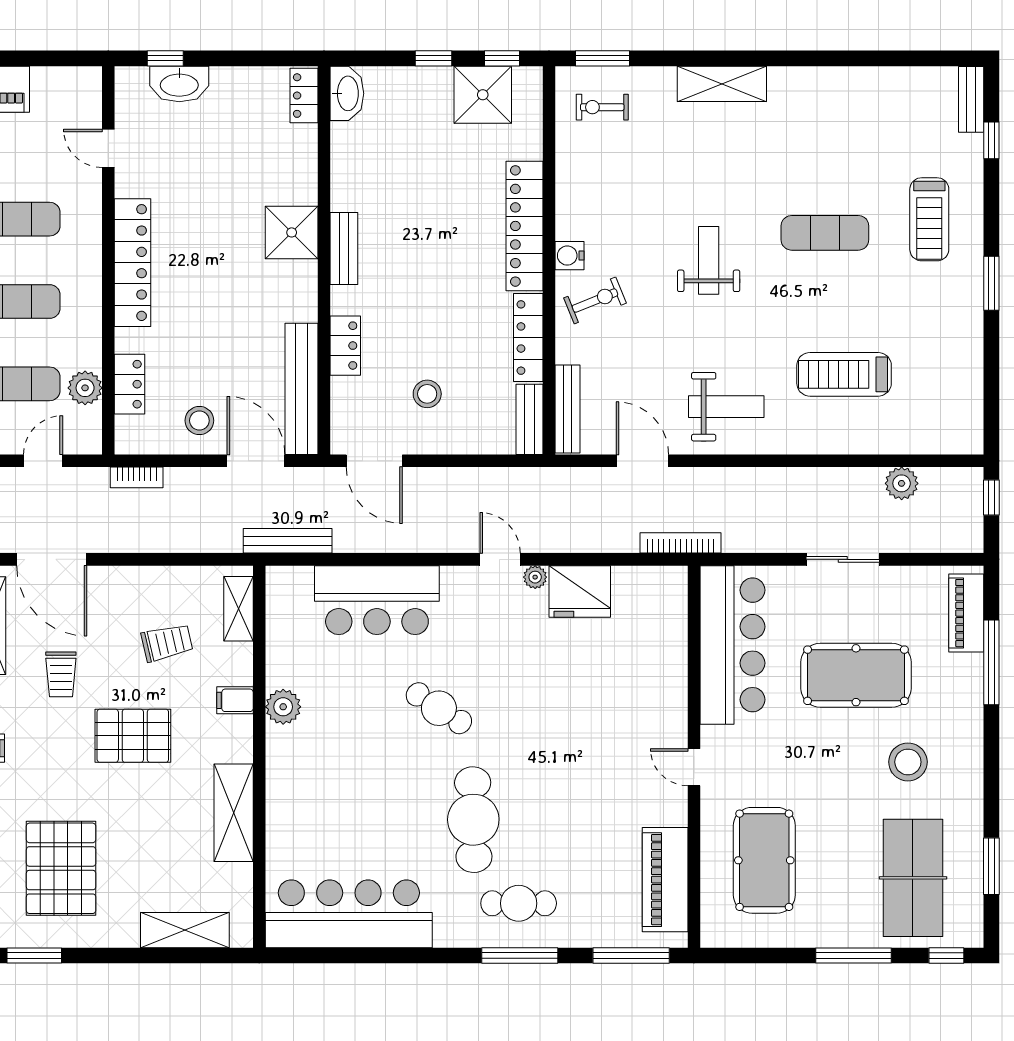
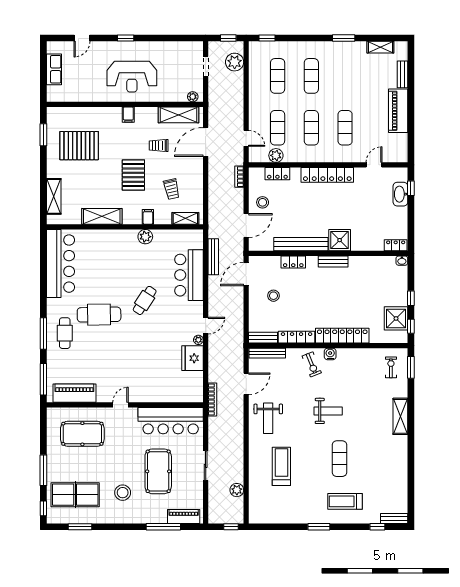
washbasin: (347, 93) -> (402, 261), width x0.52, depth x0.69
bench: (302, 389) -> (301, 244), moved
bench: (288, 541) -> (213, 257), moved

